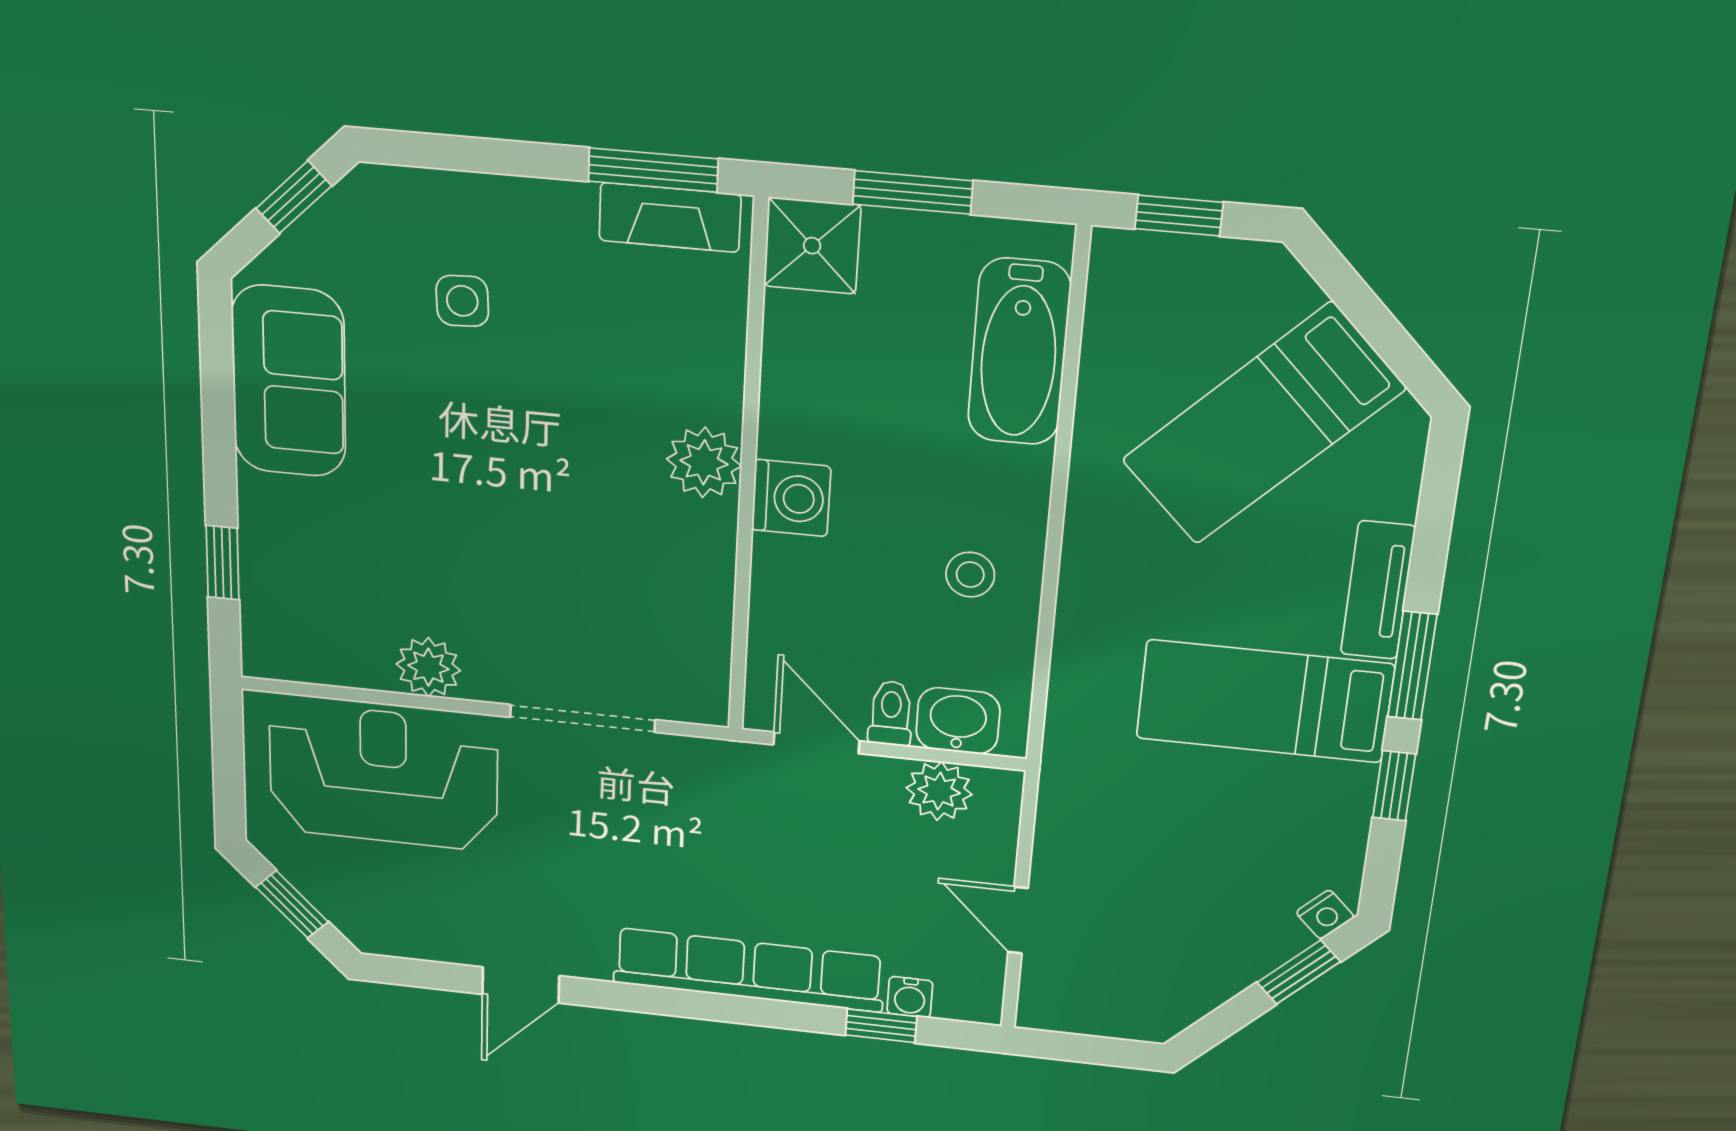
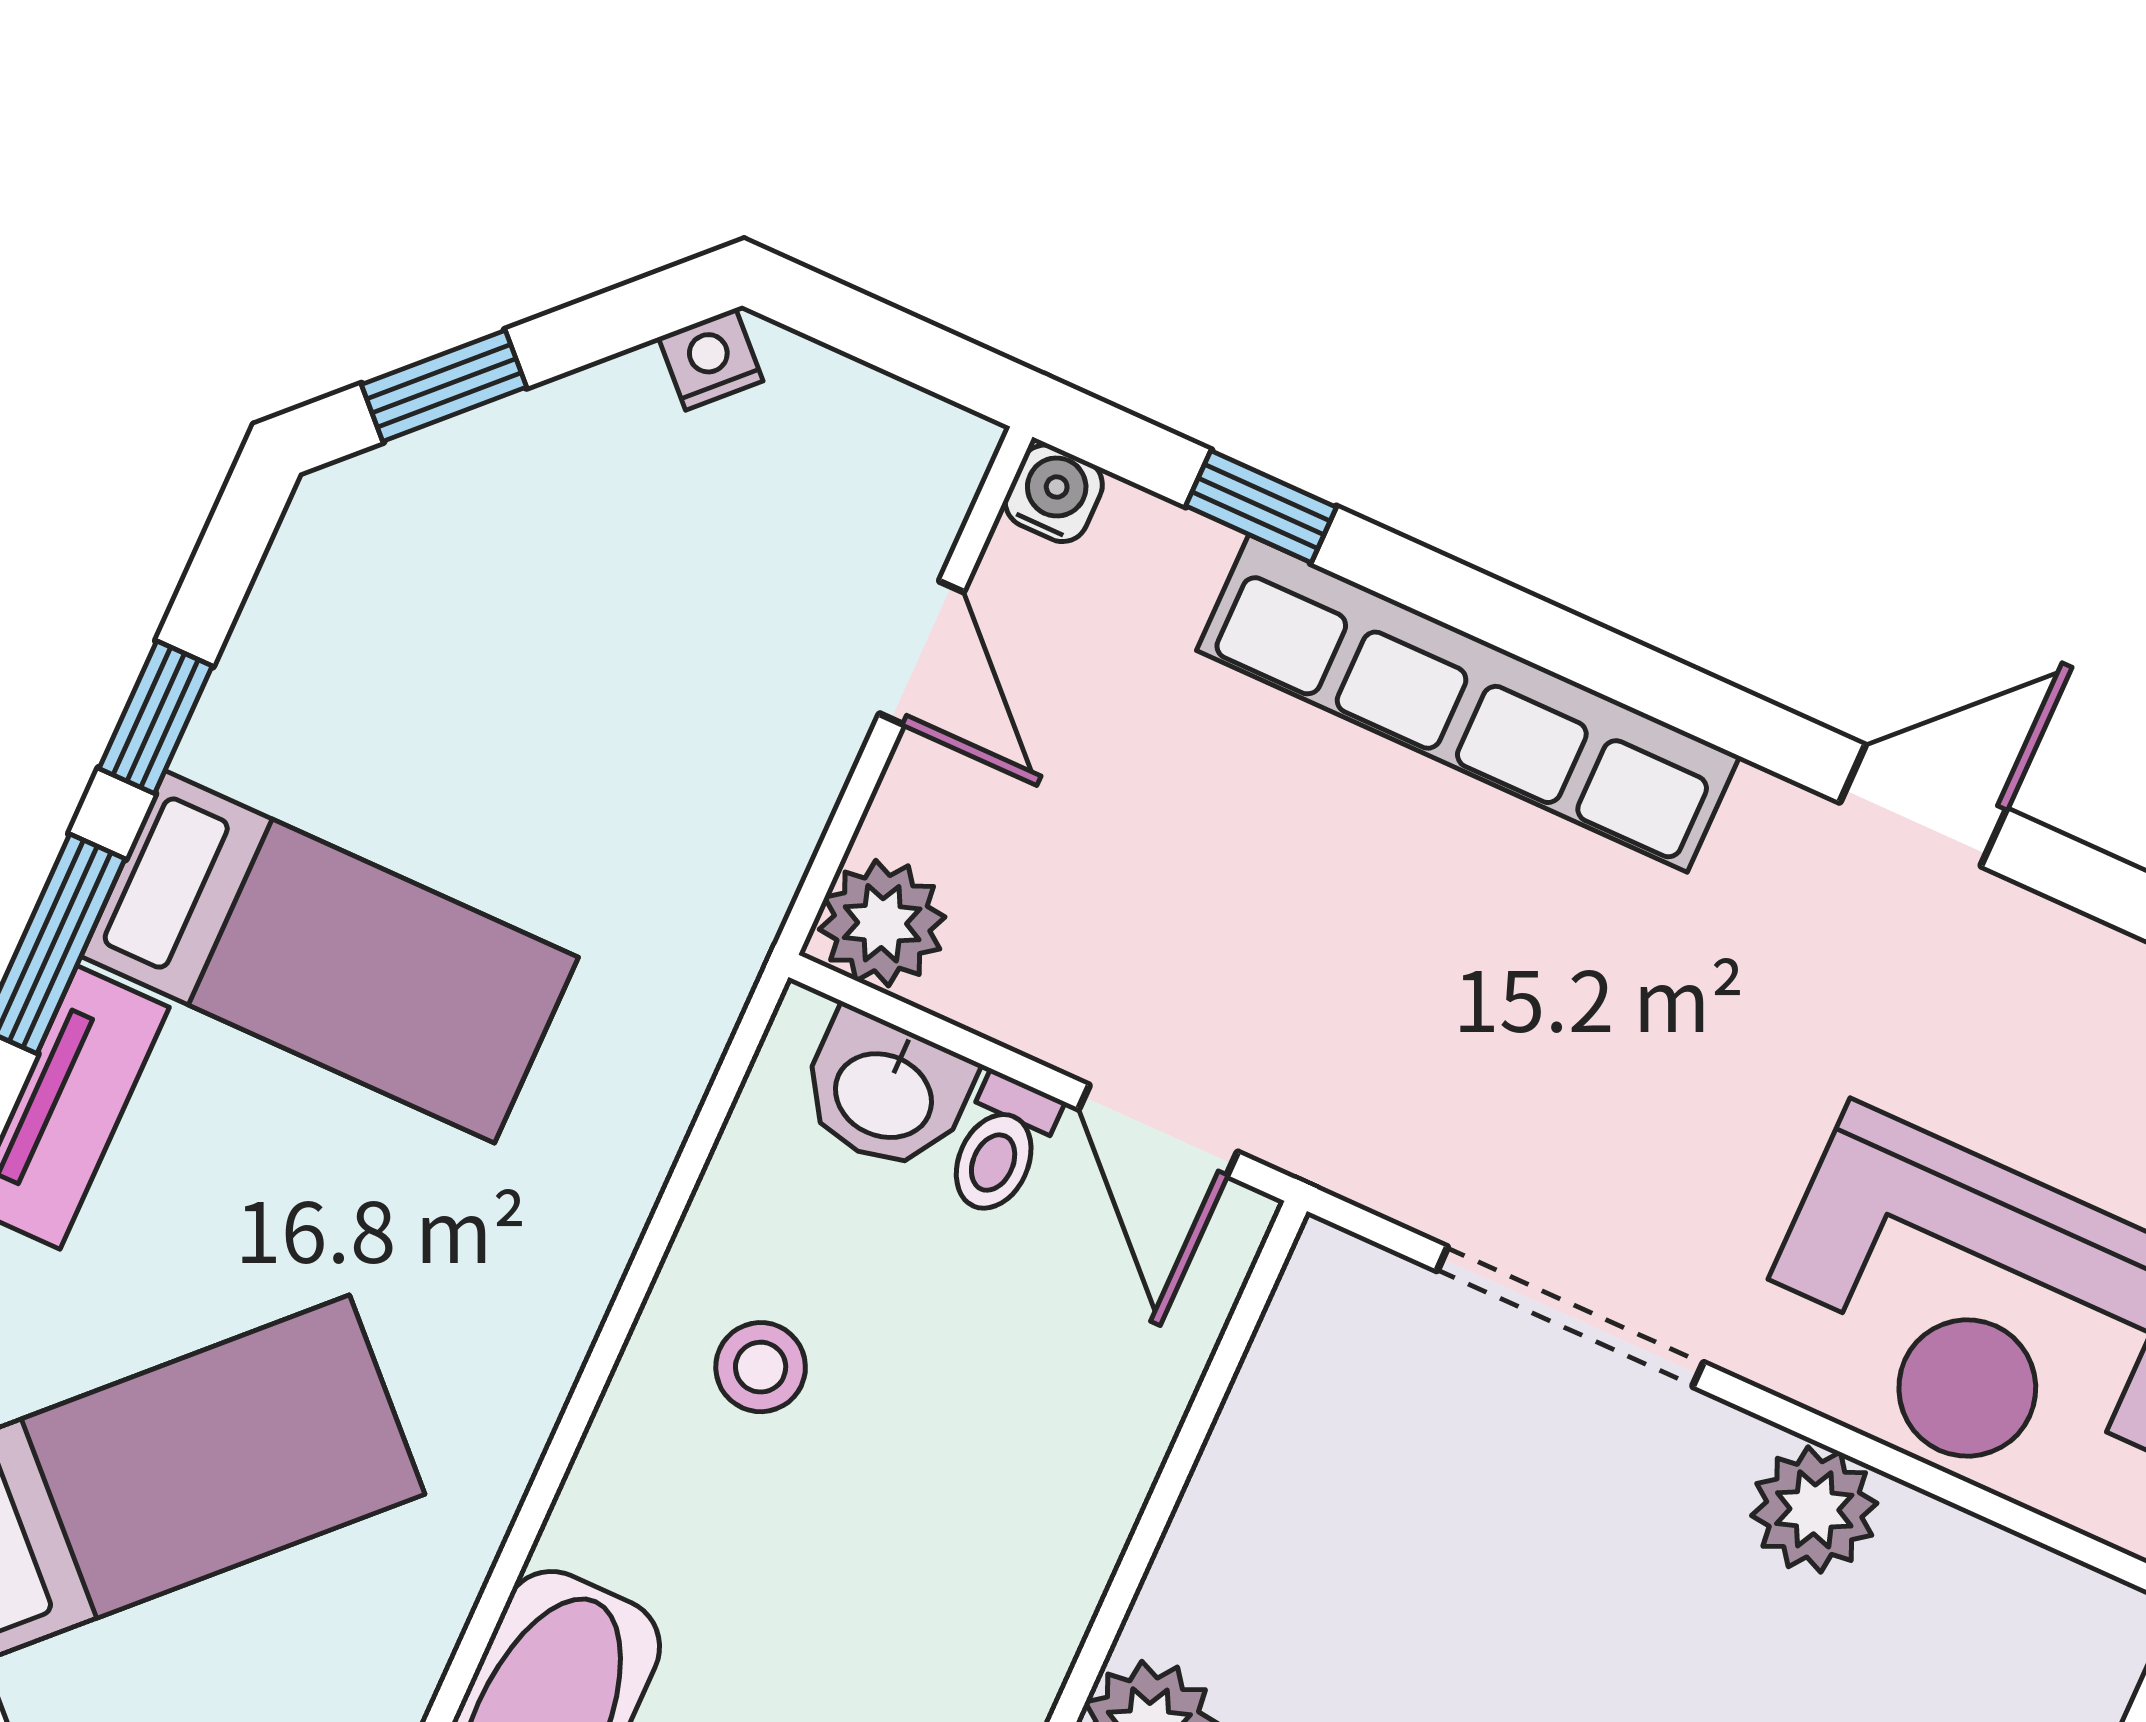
washing machine: (791, 498) -> (1021, 1614), removed
plant: (939, 791) -> (882, 923), moved
nightstand: (1325, 915) -> (711, 359), moved
water cooler: (910, 997) -> (1054, 493), moved

